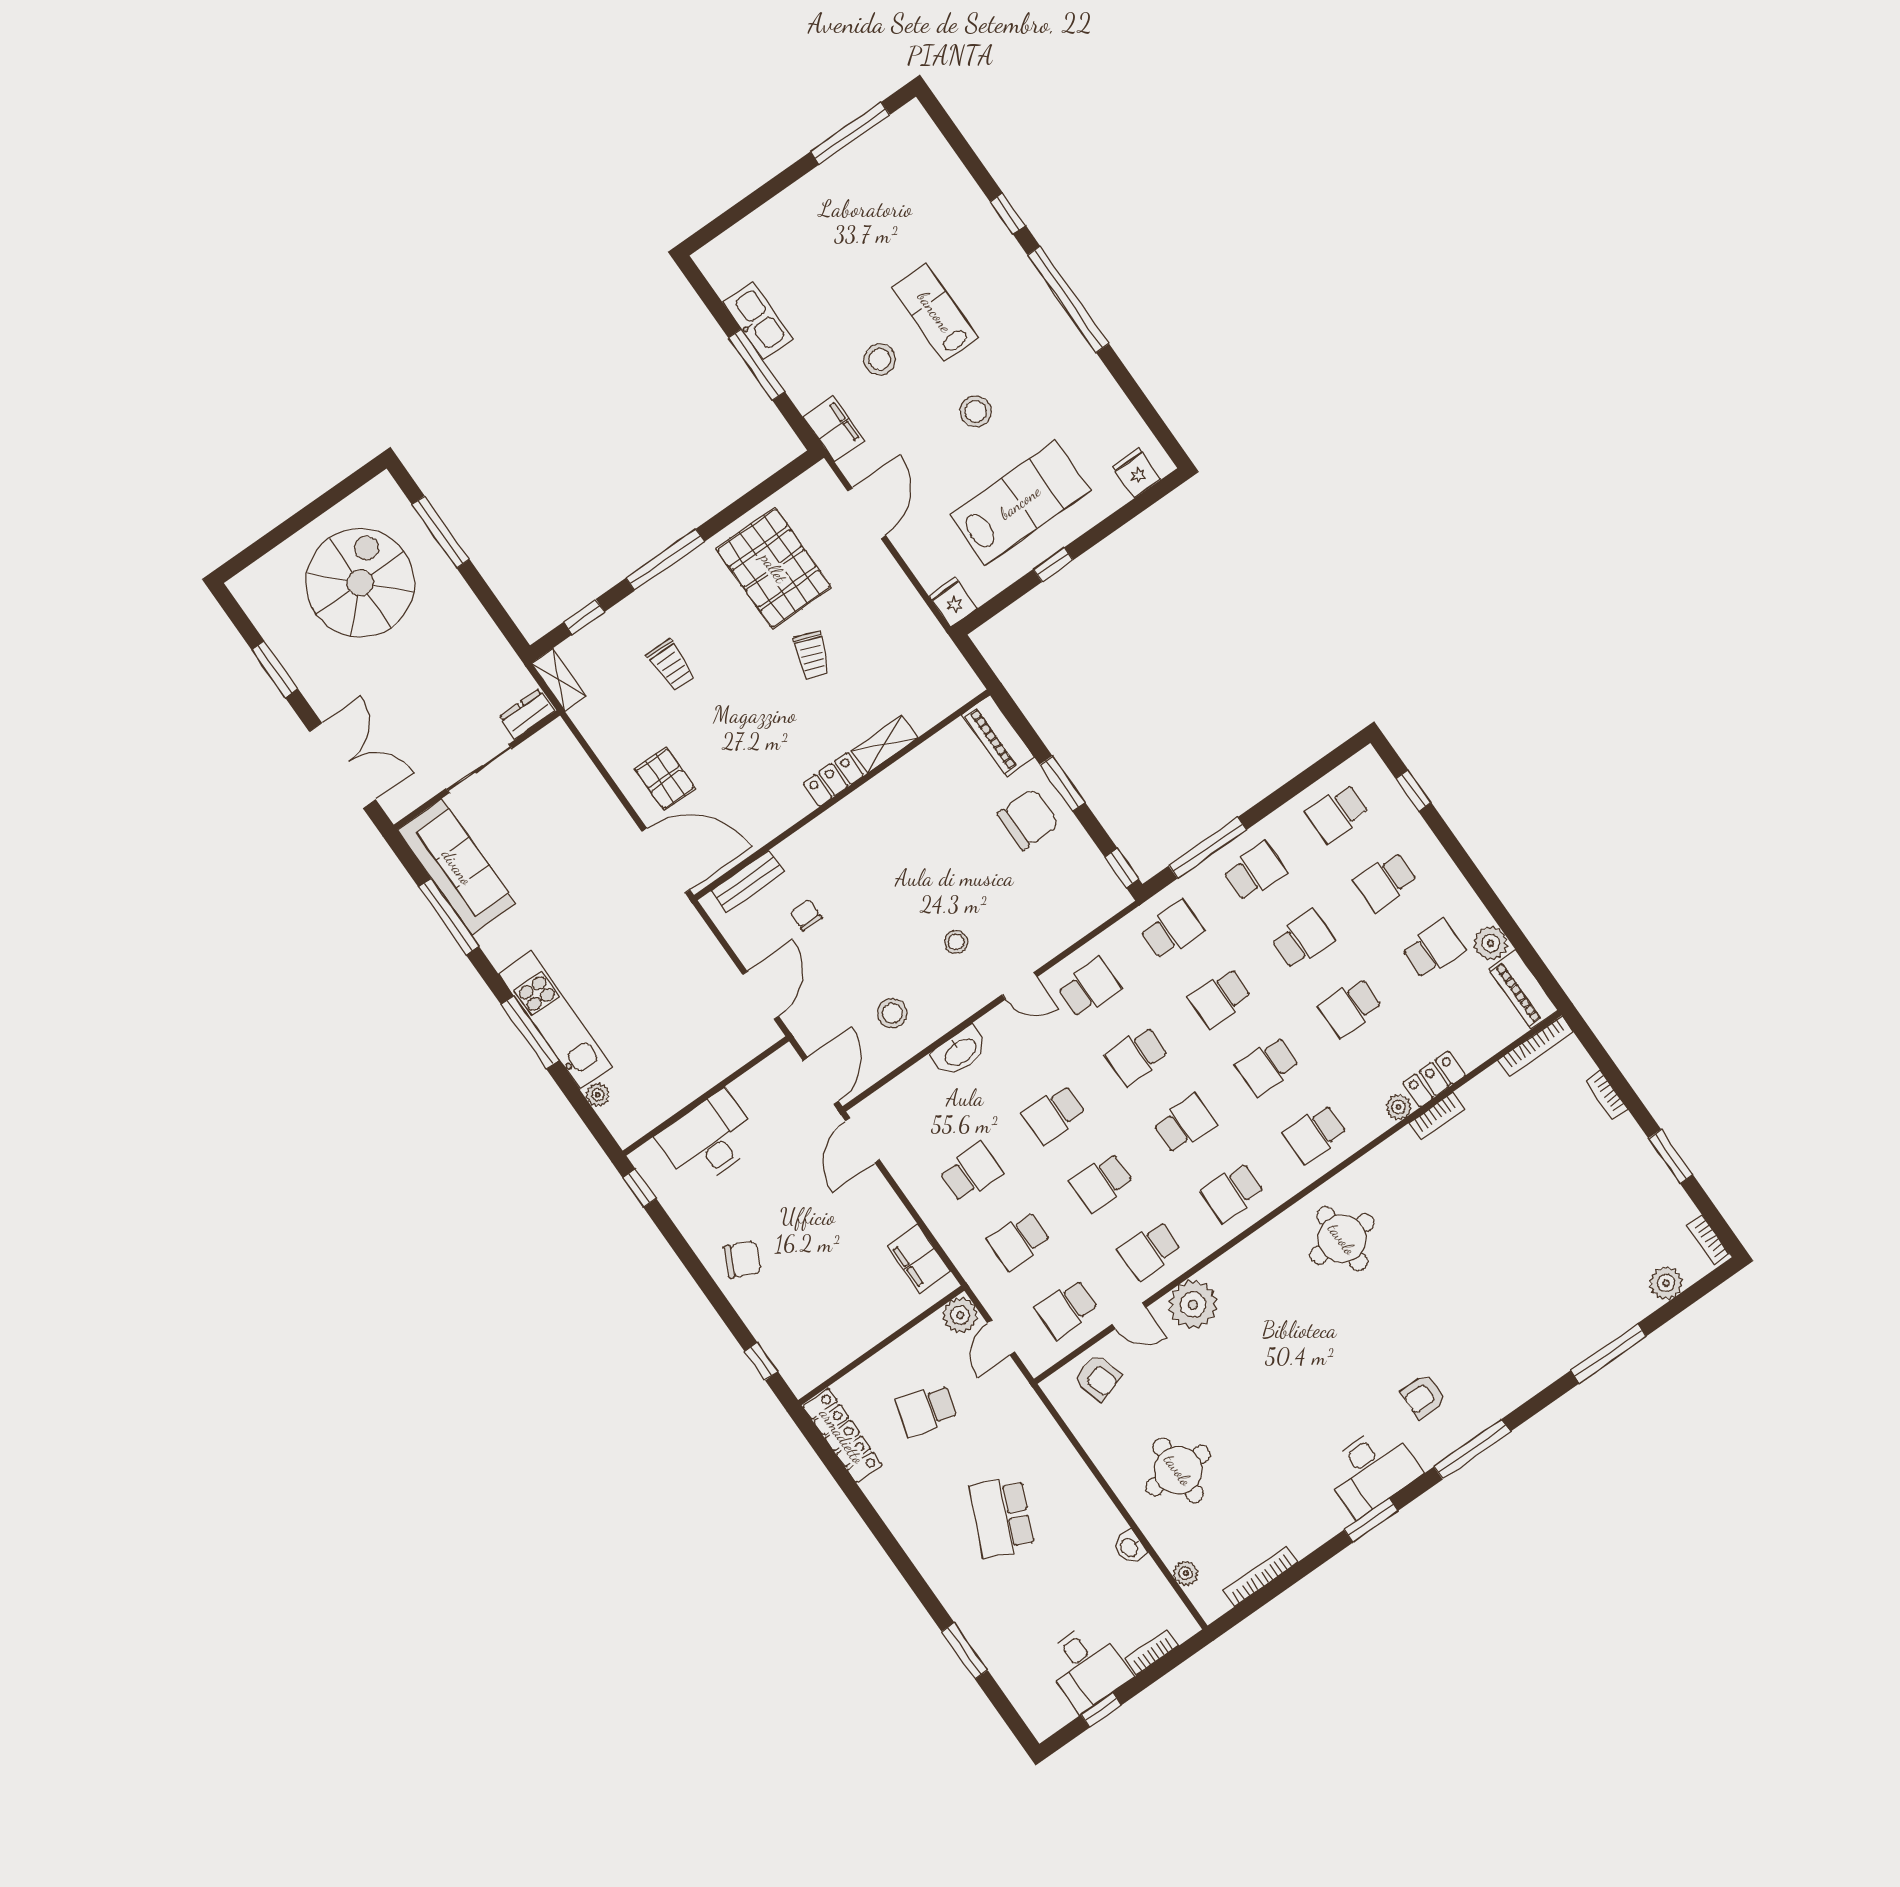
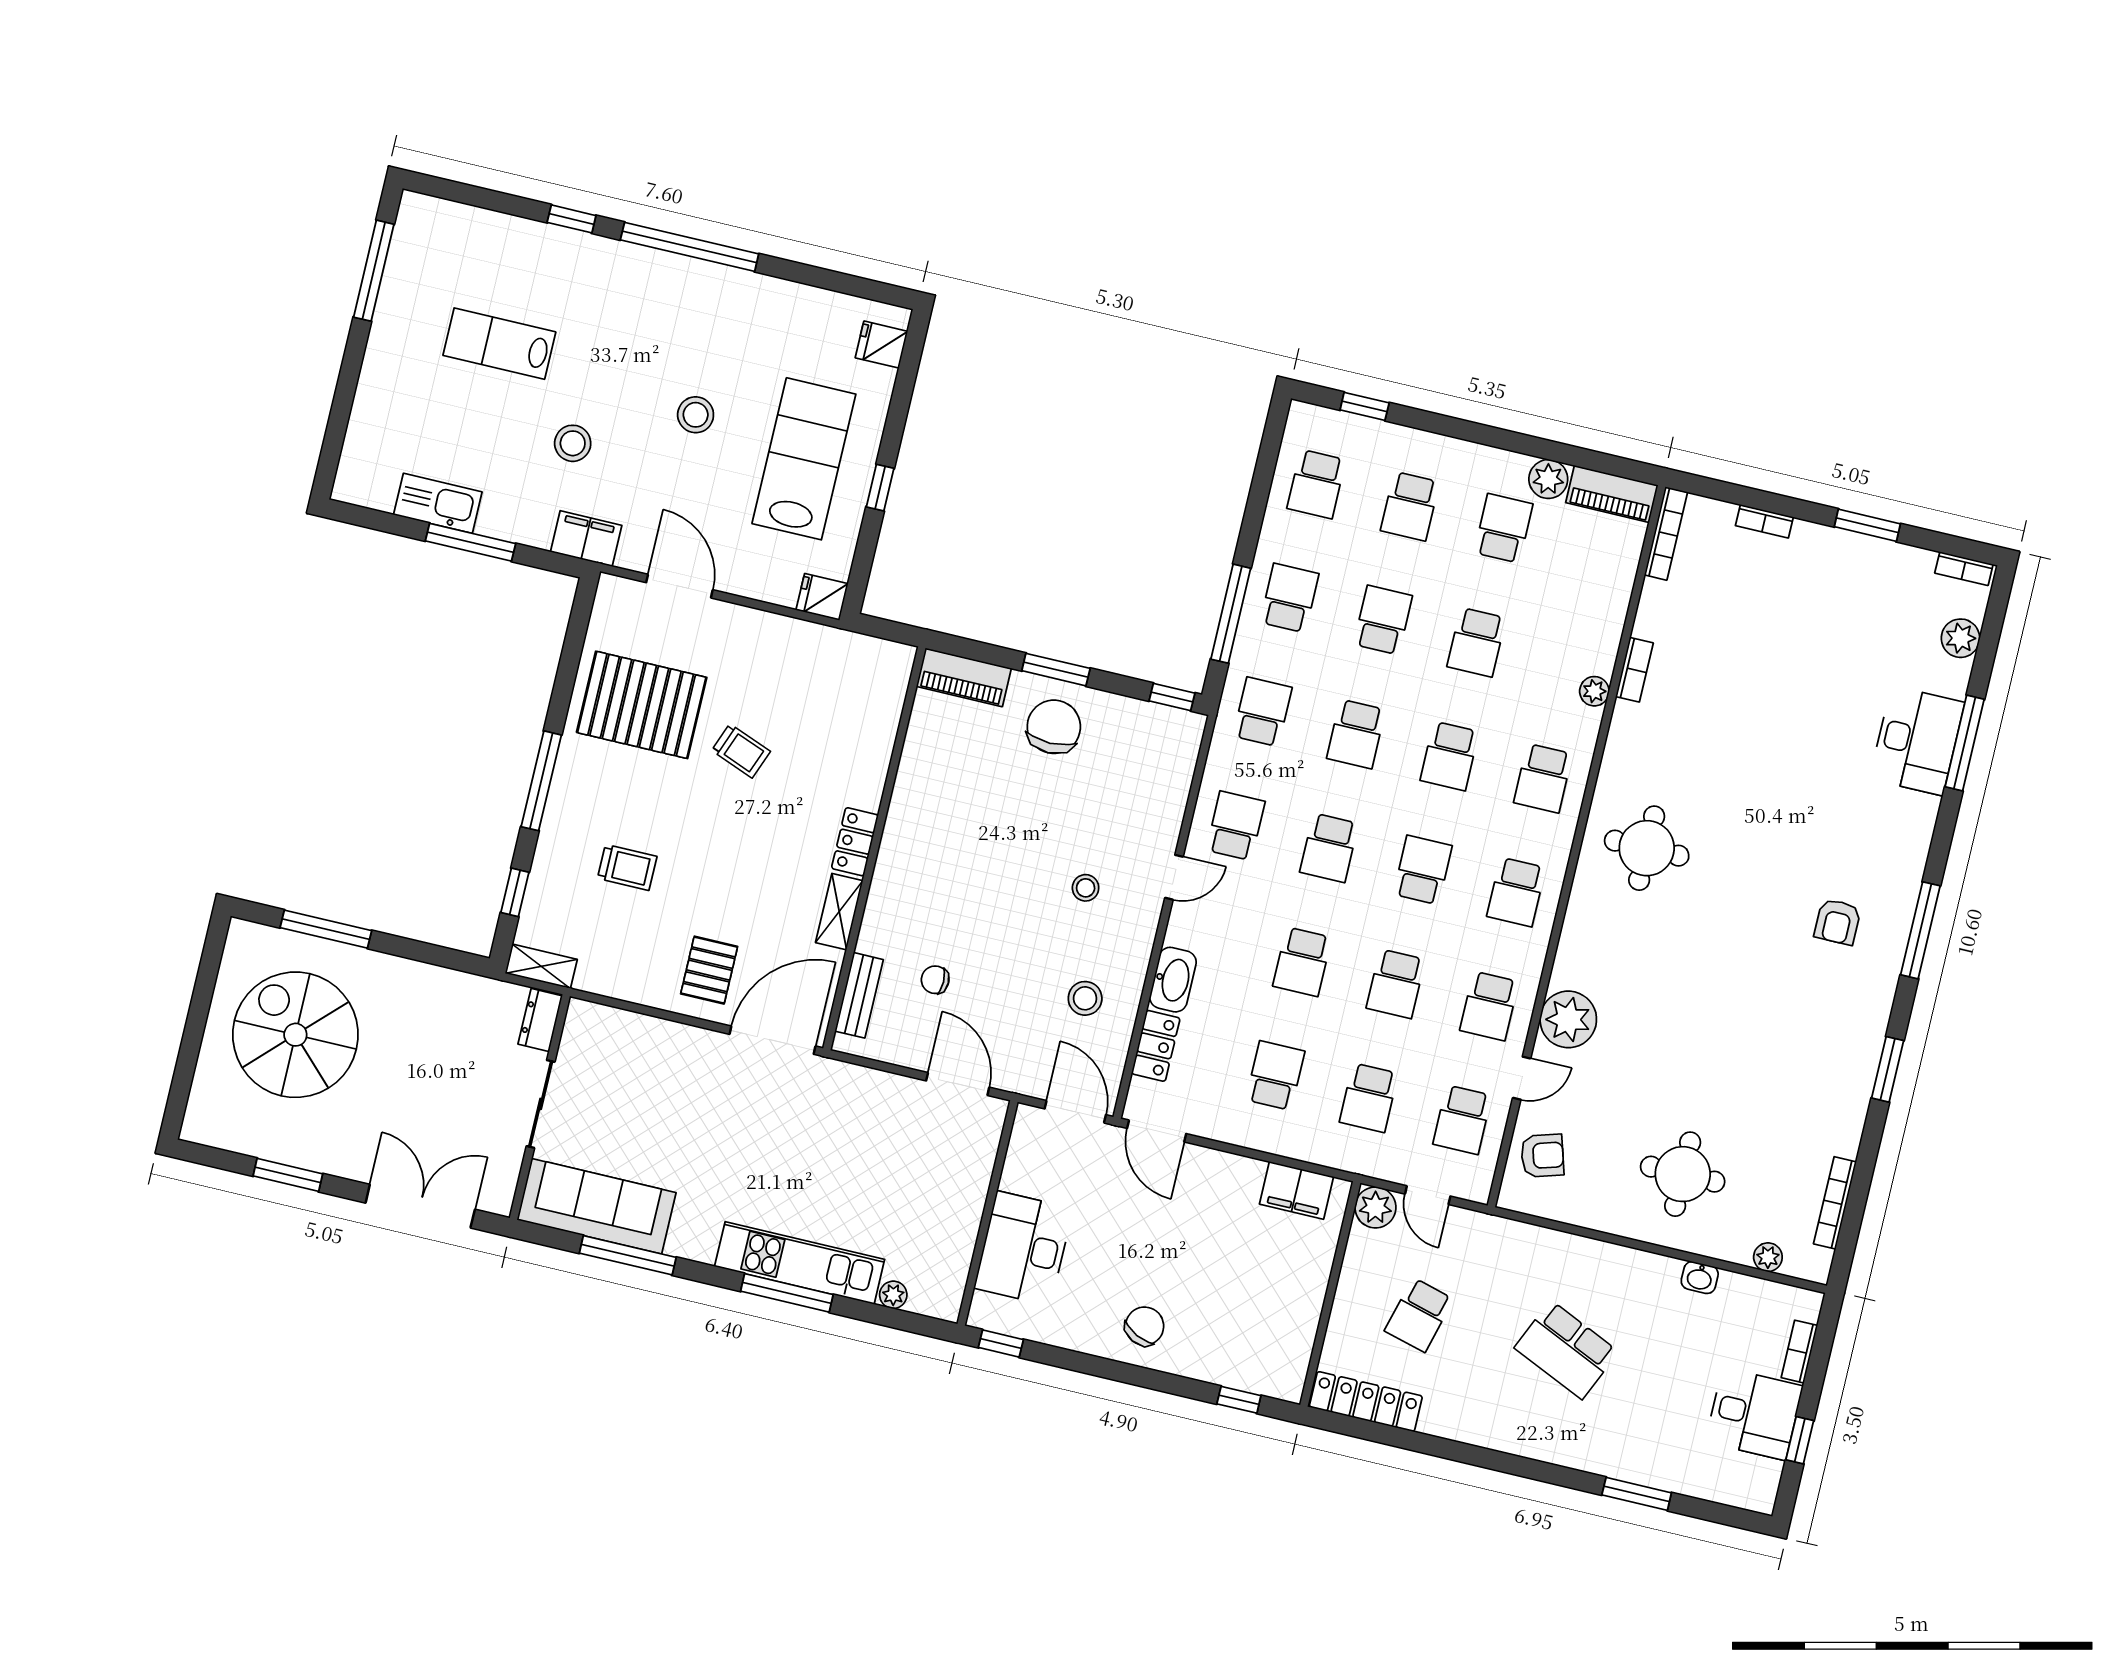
lab bench: (935, 312) -> (499, 344), moved
shelving: (884, 744) -> (839, 912), moved
pallet: (665, 779) -> (709, 970), turned 90
locker: (1434, 1079) -> (1156, 1046), moved, turned 180
desk: (1372, 1470) -> (1917, 741), moved

